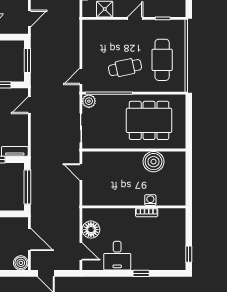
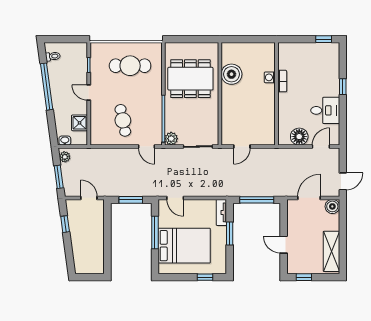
cafe table: (125, 68) -> (123, 120), moved
dining table: (149, 120) -> (190, 79), turned 90

